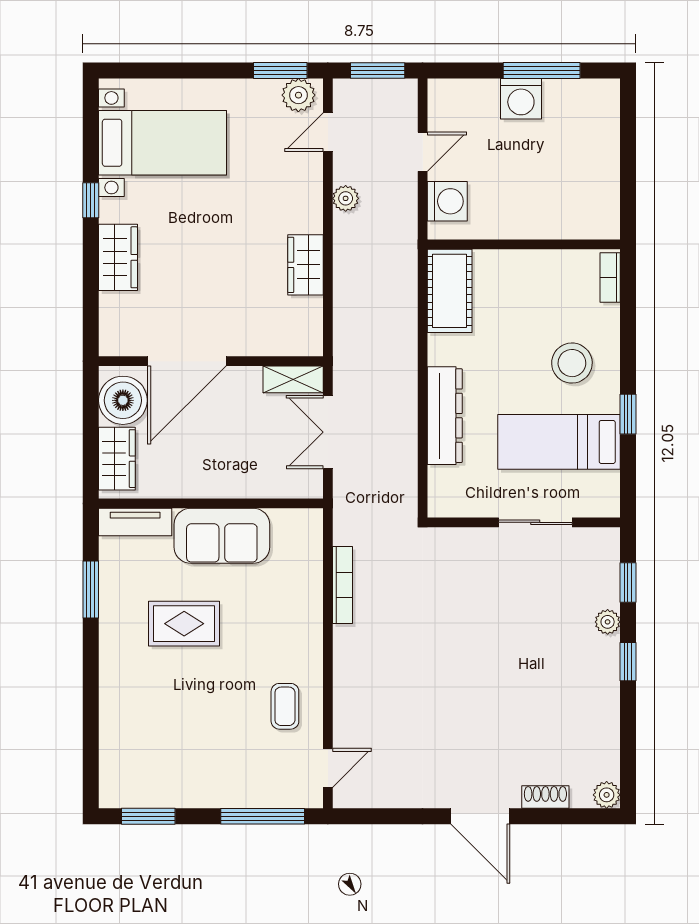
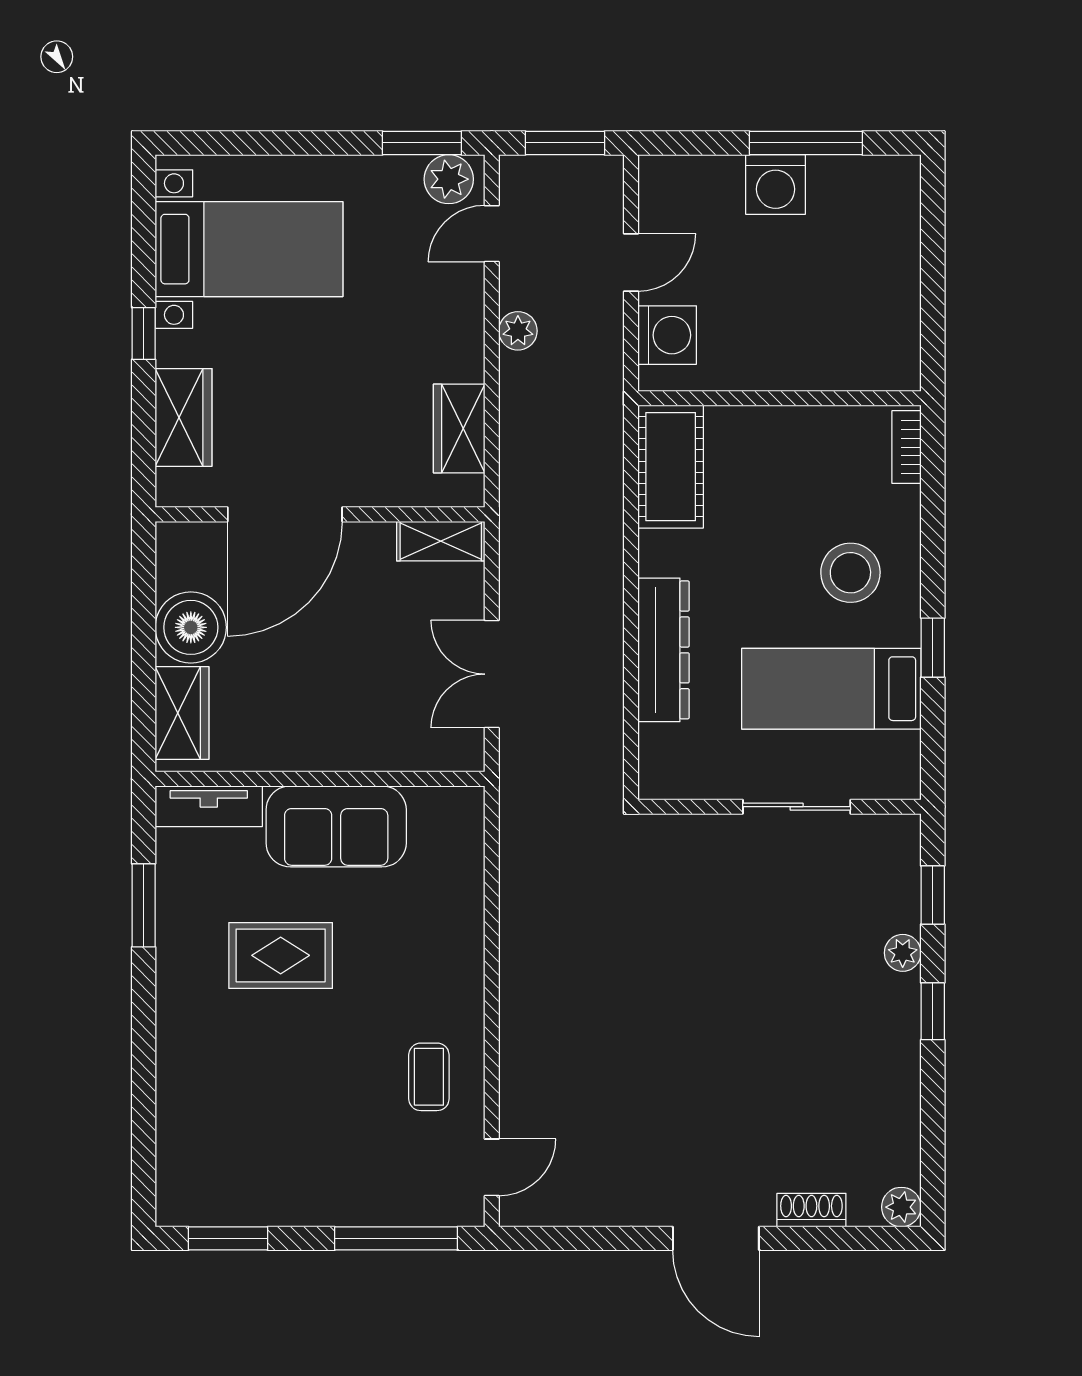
door: (187, 361) -> (285, 514), moved
wall: (211, 361) -> (320, 514), moved
shelving: (293, 379) -> (441, 541), moved
bookcase: (342, 585) -> (513, 899), removed

